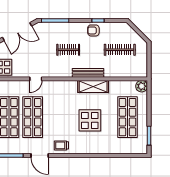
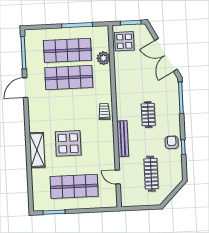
door: (36, 79) -> (118, 177), moved
shelving: (93, 86) -> (37, 150), moved
plant: (142, 86) -> (103, 58), moved
trolley: (61, 145) -> (104, 112), moved

